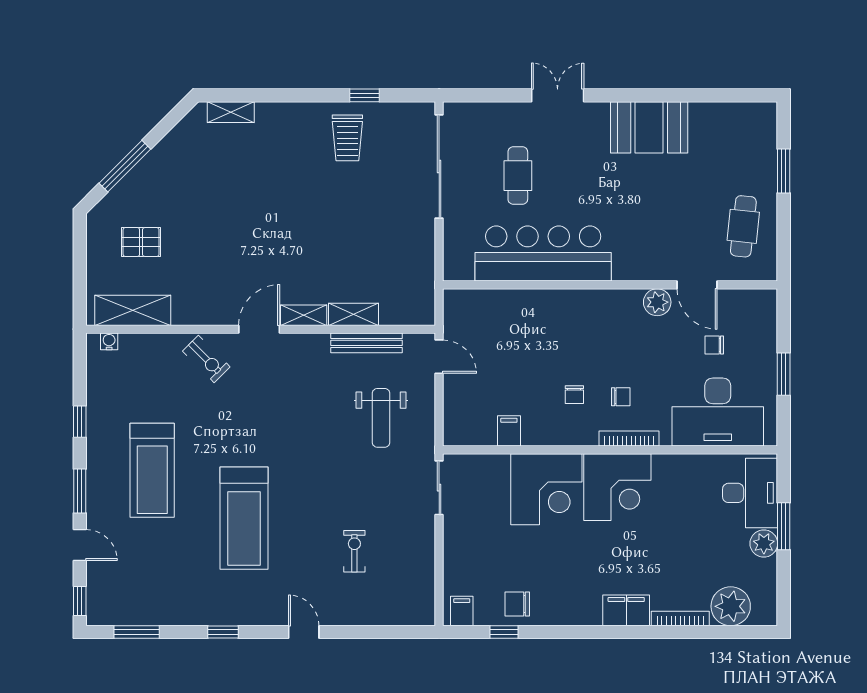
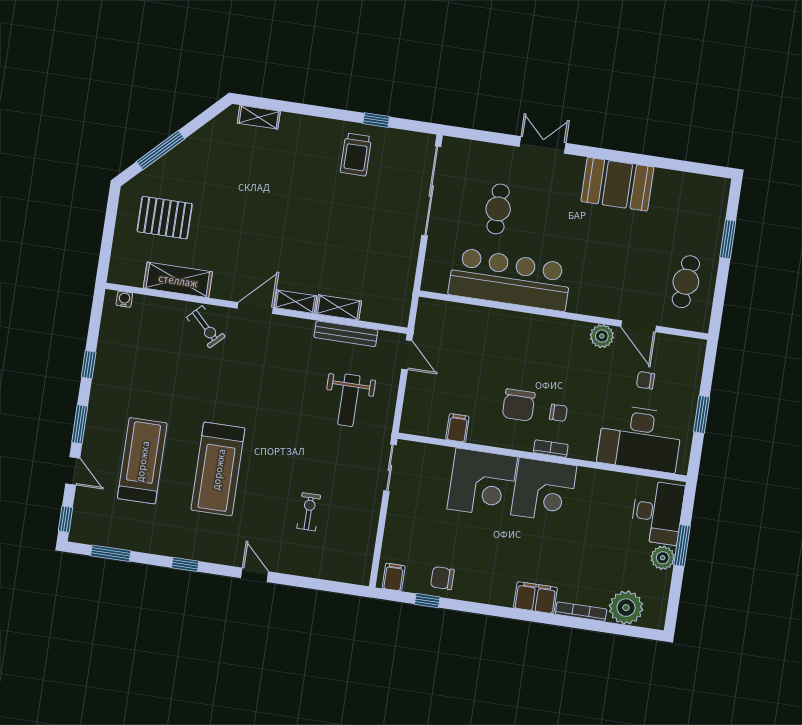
pallet: (141, 242) -> (165, 218), width x1.50, depth x1.42
shelving: (133, 310) -> (178, 280), moved
chair: (574, 395) -> (519, 405), width x1.87, depth x1.87
bookcase: (629, 439) -> (551, 449), width x0.64
treadmill: (152, 470) -> (142, 461), moved, turned 180

